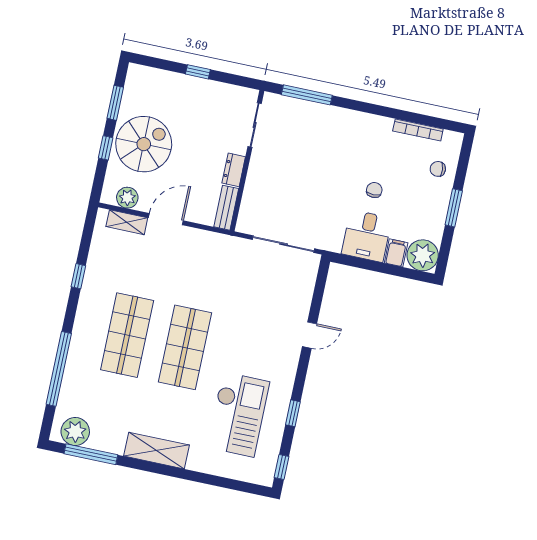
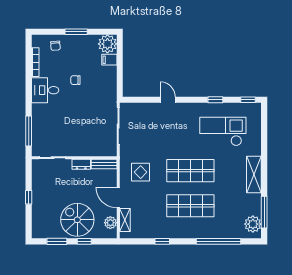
desk: (367, 236) -> (45, 90), moved, turned 180
display table: (200, 265) -> (141, 172), added

